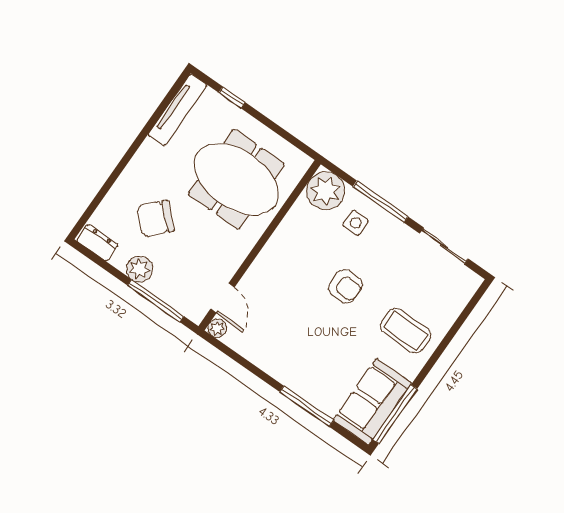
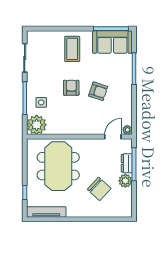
dresser: (97, 243) -> (127, 163), moved
armchair: (310, 325) -> (98, 91), added

